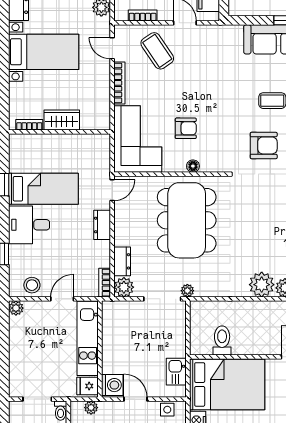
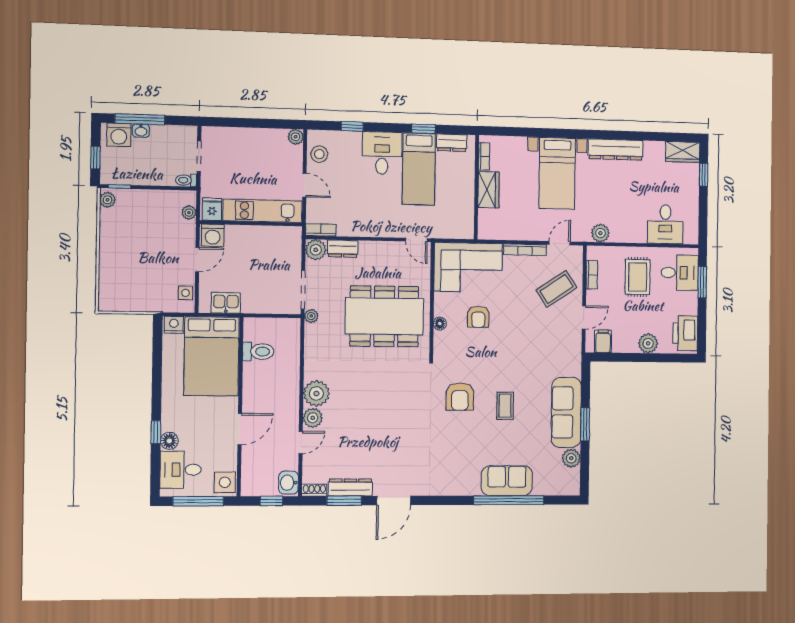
dresser: (102, 225) -> (452, 143), moved, turned 180

